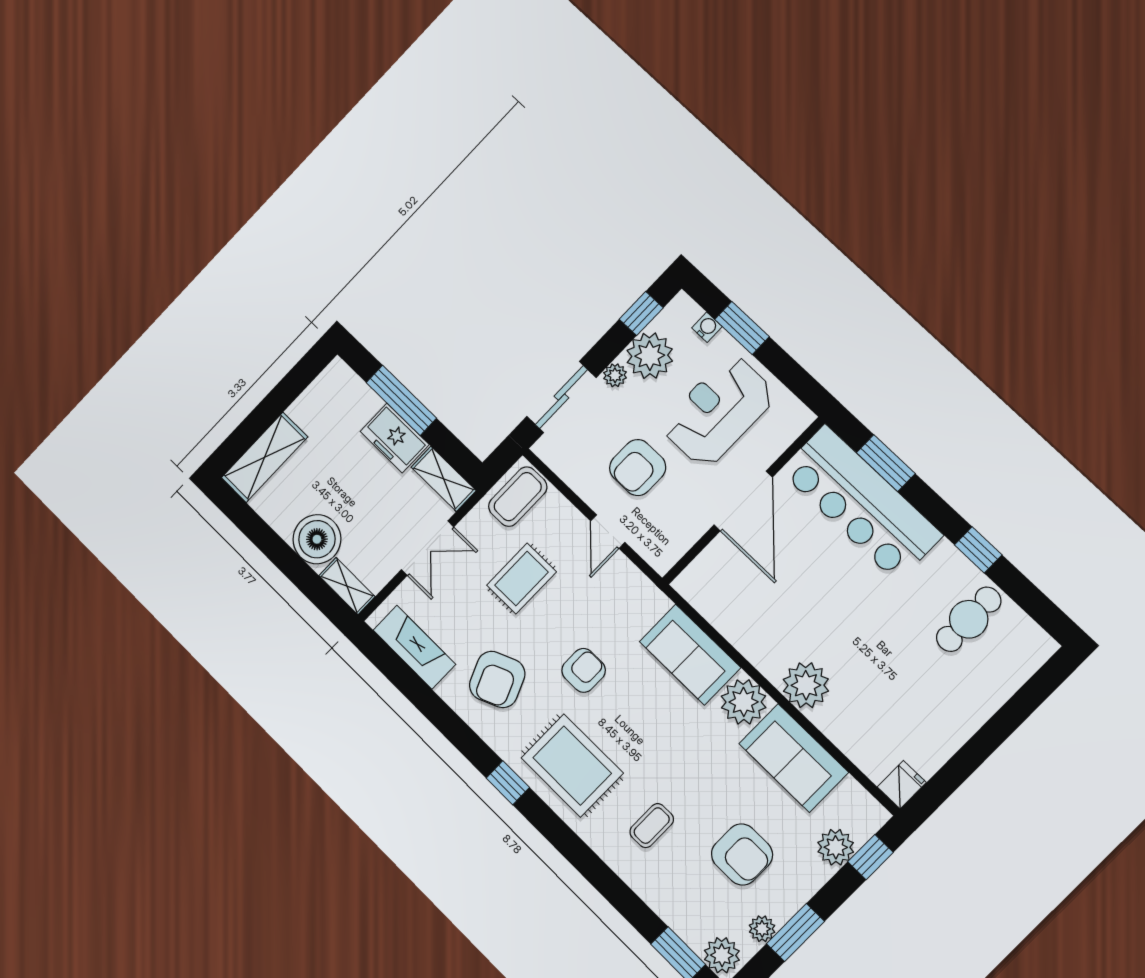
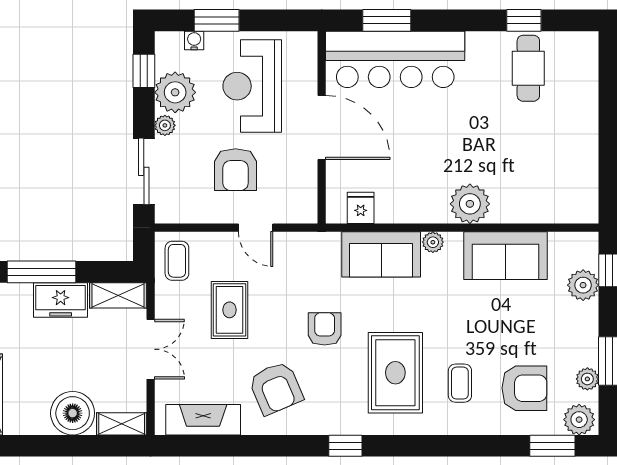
coffee table: (518, 497) -> (177, 261), width x0.73, depth x0.77
window: (978, 550) -> (524, 20), moved
plant: (744, 702) -> (433, 242), width x0.53, depth x0.53
rug: (572, 766) -> (395, 373), moved, turned 90
fridge: (902, 785) -> (361, 208), moved
armchair: (742, 854) -> (524, 388), moved

